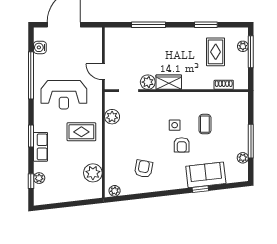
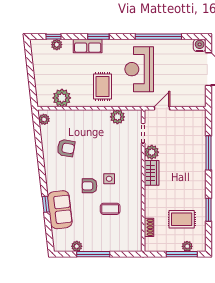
water cooler: (40, 47) -> (200, 45), moved

